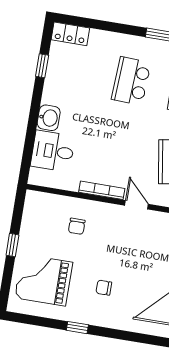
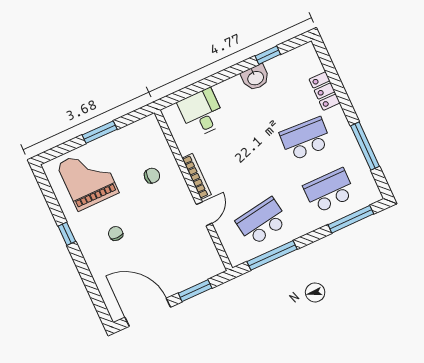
locker: (70, 34) -> (325, 91), moved
washbasin: (49, 118) -> (255, 78), moved
chair: (77, 226) -> (152, 176), turned 180
window: (12, 245) -> (100, 132), width x1.50

